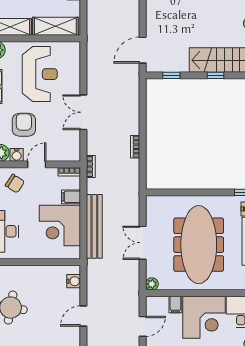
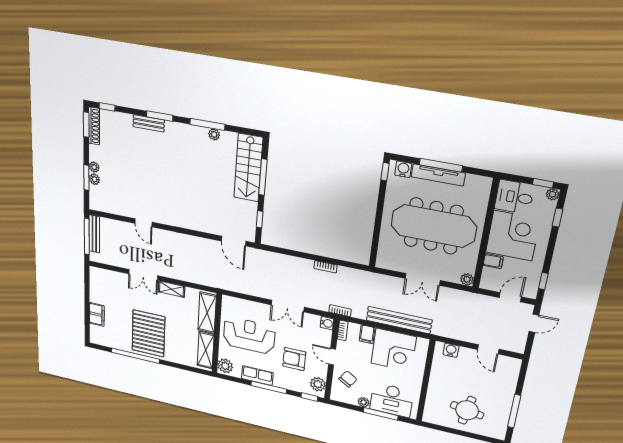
window: (216, 75) -> (263, 177), width x2.17
water cooler: (17, 155) -> (327, 323), moved
door: (143, 326) -> (510, 297), hinge flipped

